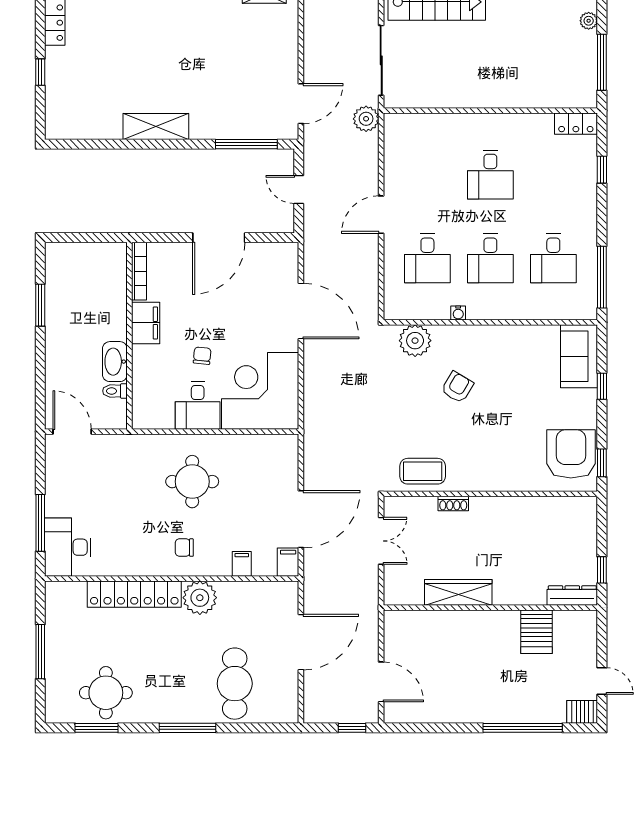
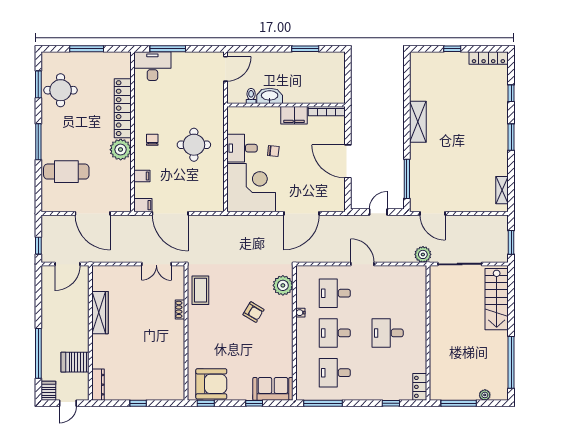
wardrobe: (458, 592) -> (100, 313), moved
dresser: (572, 596) -> (98, 385), moved
wall: (490, 608) -> (90, 333), moved
server rack: (537, 632) -> (75, 362), moved

